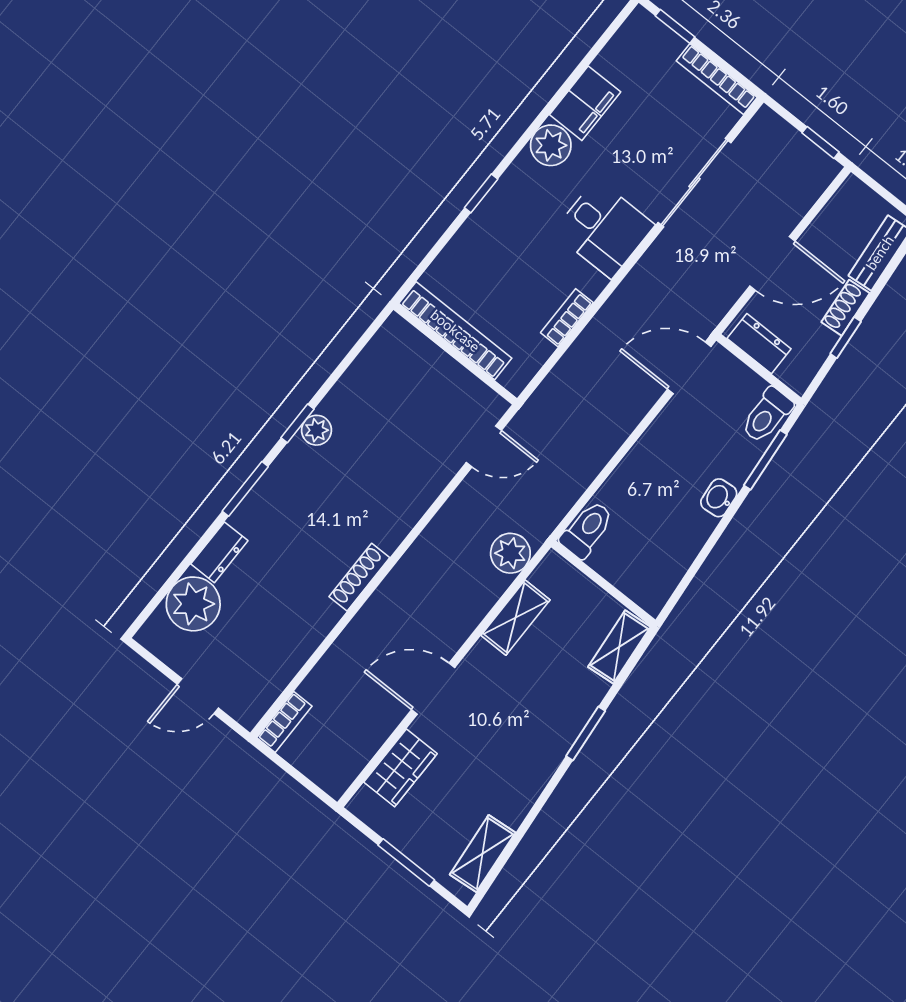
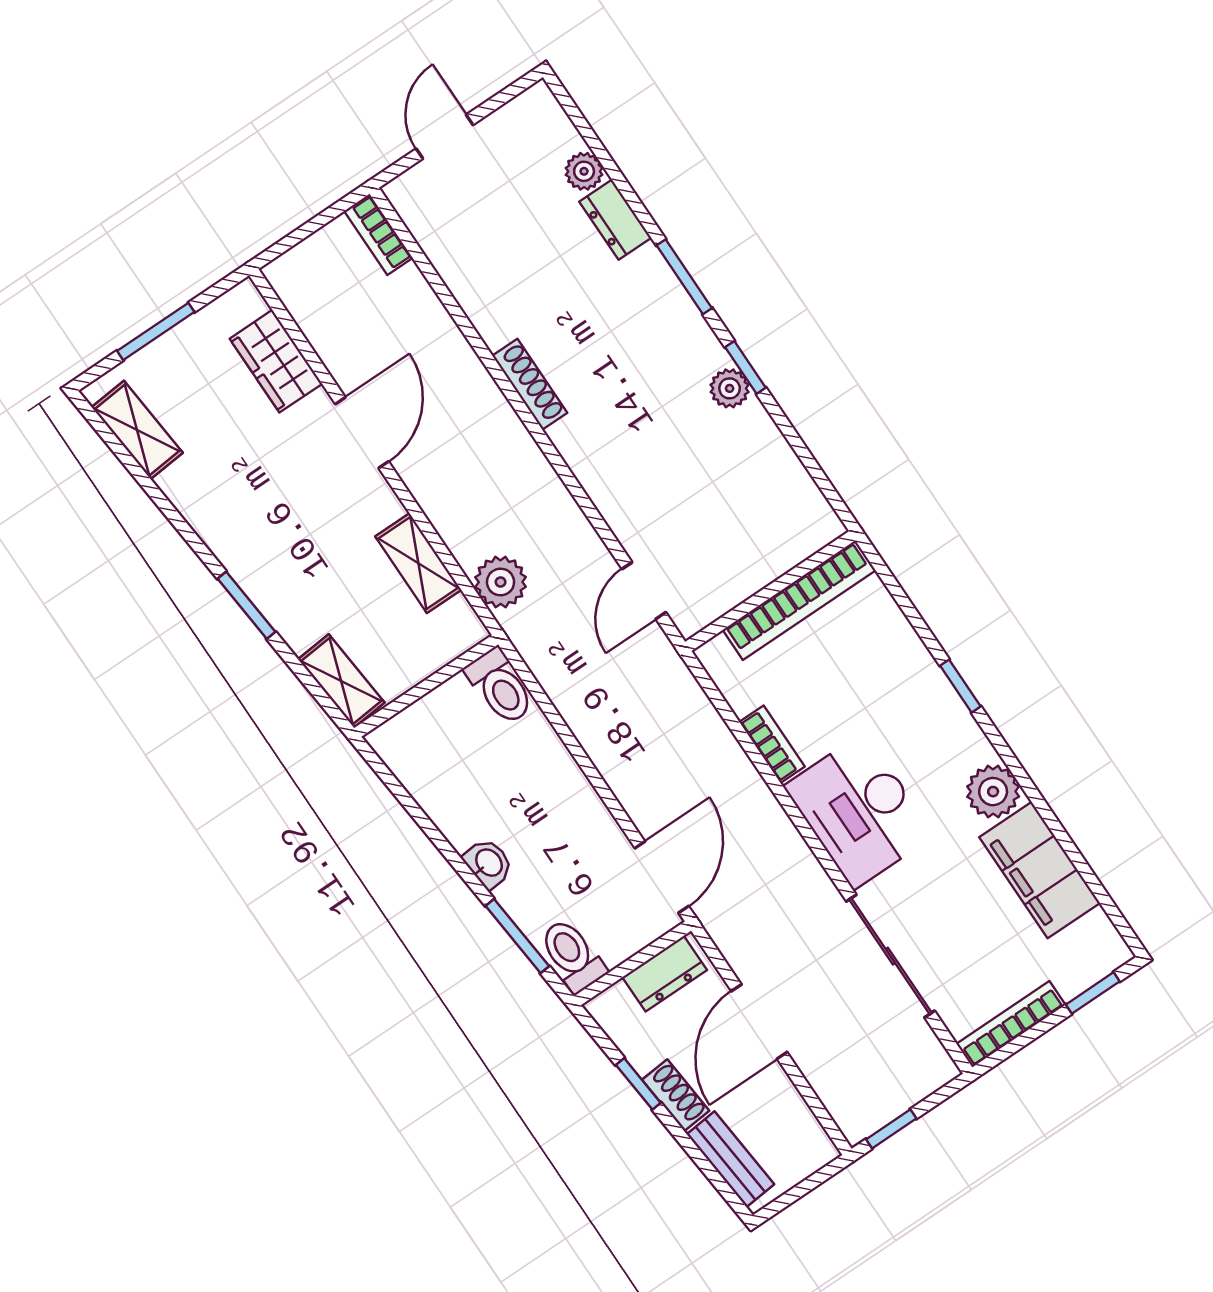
filing cabinet: (585, 103) -> (1040, 870), width x1.50, depth x1.17
desk: (604, 229) -> (859, 811), width x1.37
plant: (193, 604) -> (584, 171), width x0.53, depth x0.53

